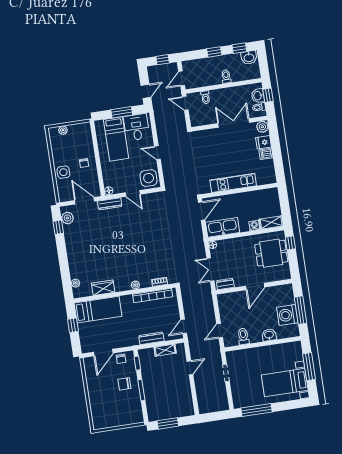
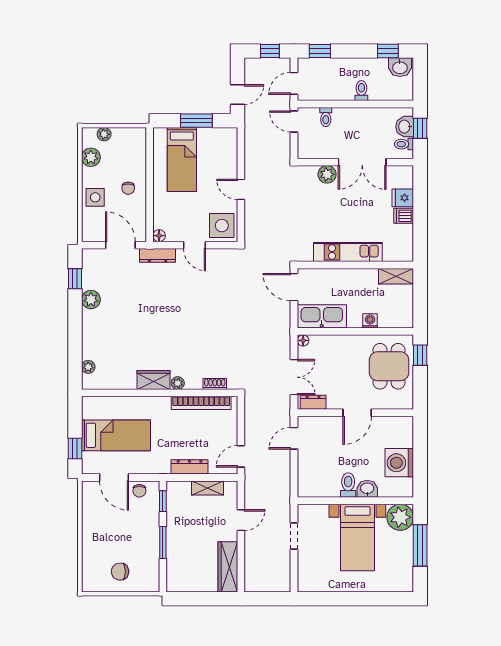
window: (214, 52) -> (320, 51), moved
double door: (234, 123) -> (362, 162), swing flipped
desk: (137, 127) -> (215, 146), removed
plant: (262, 127) -> (327, 174), moved
plant: (57, 147) -> (91, 157), added
door: (202, 211) -> (294, 287), swing flipped
plant: (67, 218) -> (91, 300), moved
shelving: (271, 223) -> (396, 276), moved
dining table: (271, 253) -> (389, 366), turned 90
double door: (210, 270) -> (294, 377), swing flipped
wardrobe: (103, 288) -> (153, 380), moved
bed: (98, 310) -> (116, 435), moved
window: (301, 310) -> (420, 459), removed
window: (73, 325) -> (75, 448), moved
door: (220, 331) -> (294, 438), moved
toilet: (243, 336) -> (348, 485), moved
plant: (293, 350) -> (400, 517), added
door: (103, 353) -> (114, 477), hinge flipped
bed with nightstands: (285, 383) -> (357, 537), moved, turned -90
chair: (124, 384) -> (120, 572), moved
wardrobe: (186, 399) -> (228, 567), added
window: (256, 410) -> (331, 599), removed
window: (168, 423) -> (195, 599), removed

